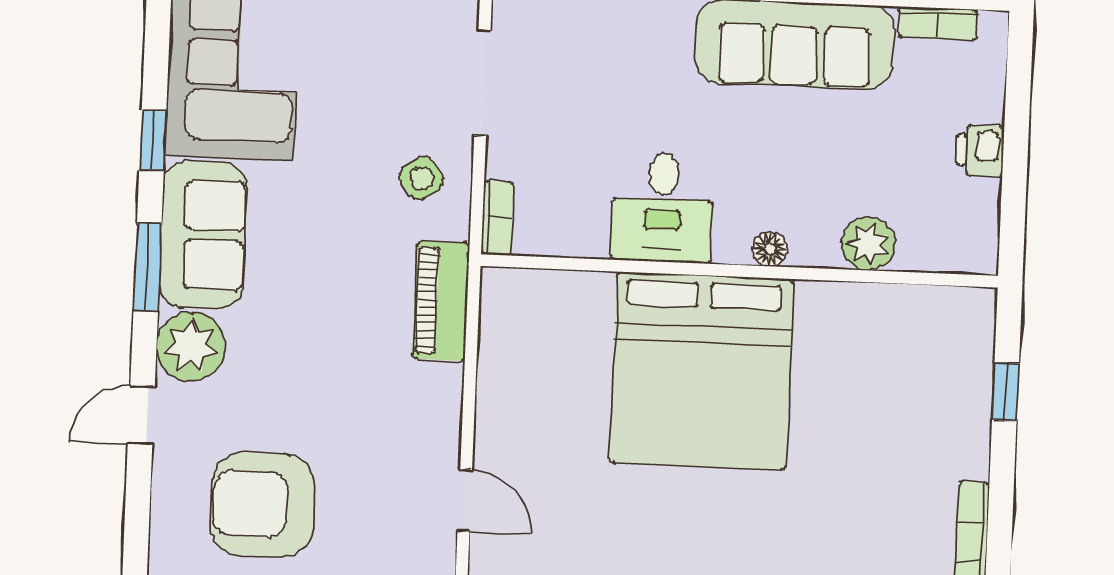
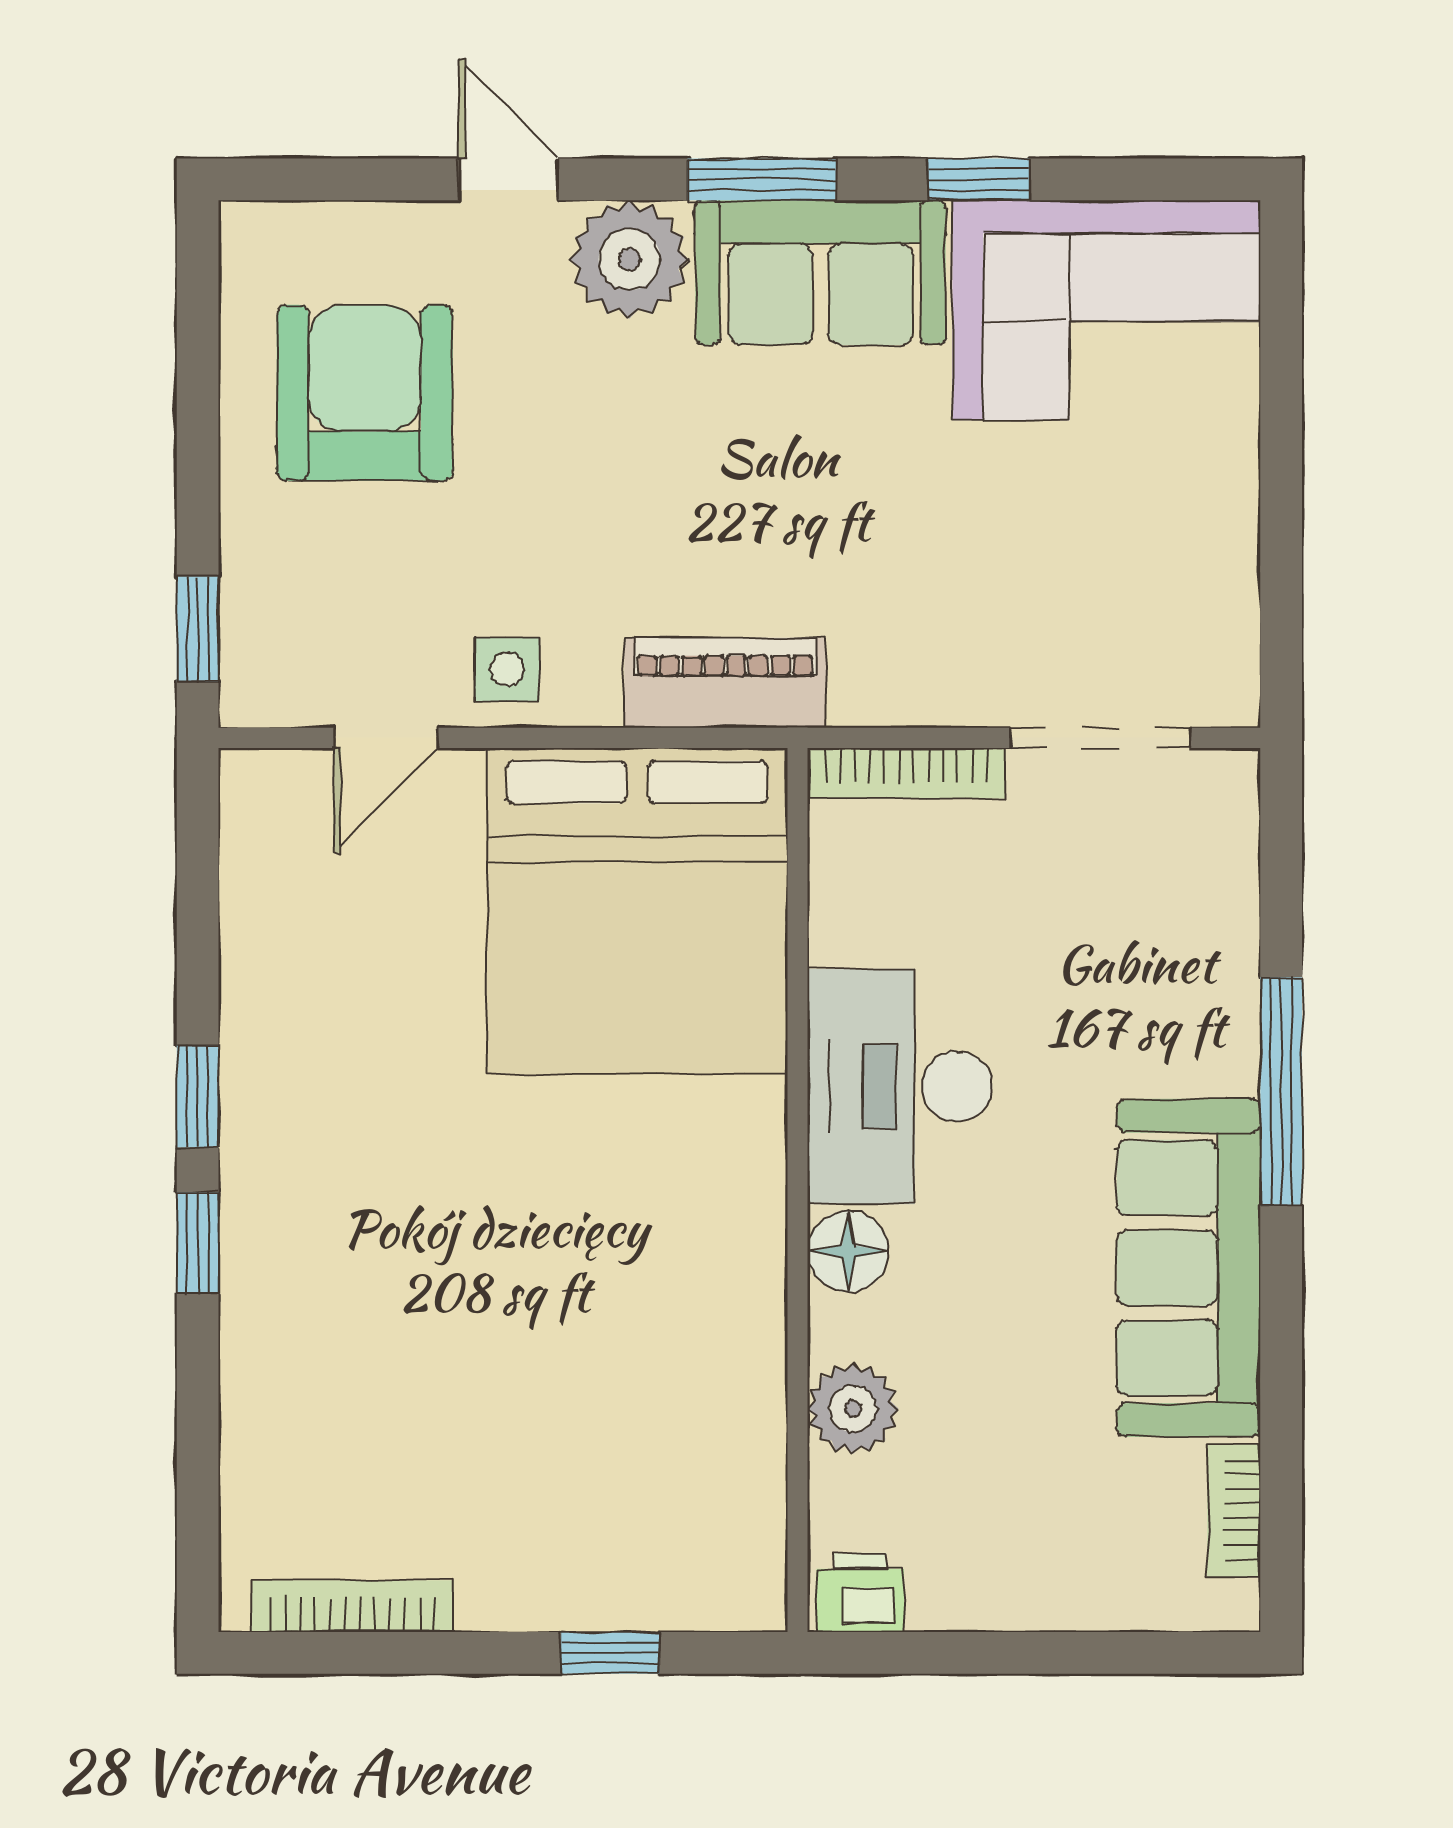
printer: (980, 151) -> (860, 1593), moved
side table: (421, 178) -> (507, 669), moved, turned 37
desk: (663, 208) -> (900, 1086), width x1.37
bookcase: (497, 218) -> (906, 773), width x1.56
floor lamp: (770, 249) -> (848, 1251), width x1.37, depth x1.37
bed: (701, 371) -> (637, 911), moved, turned -90

